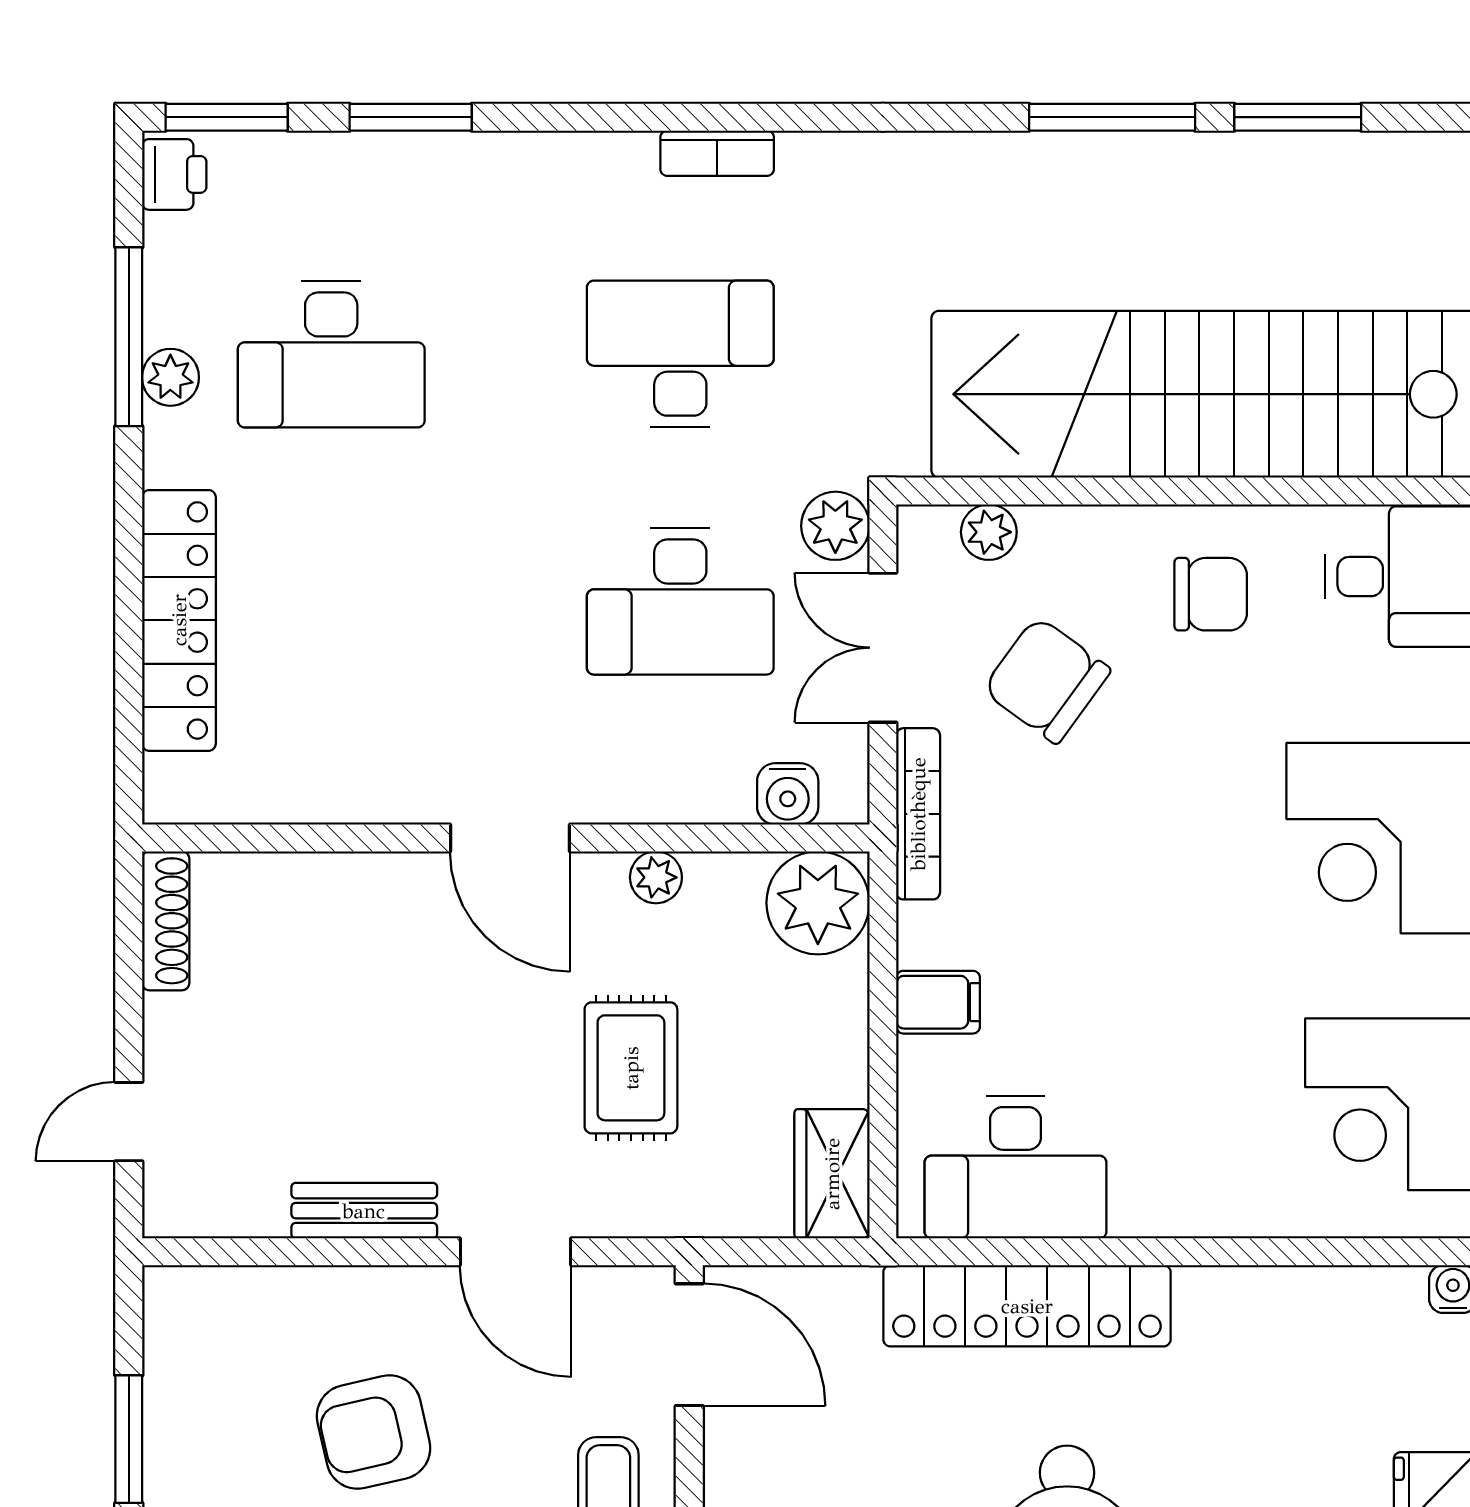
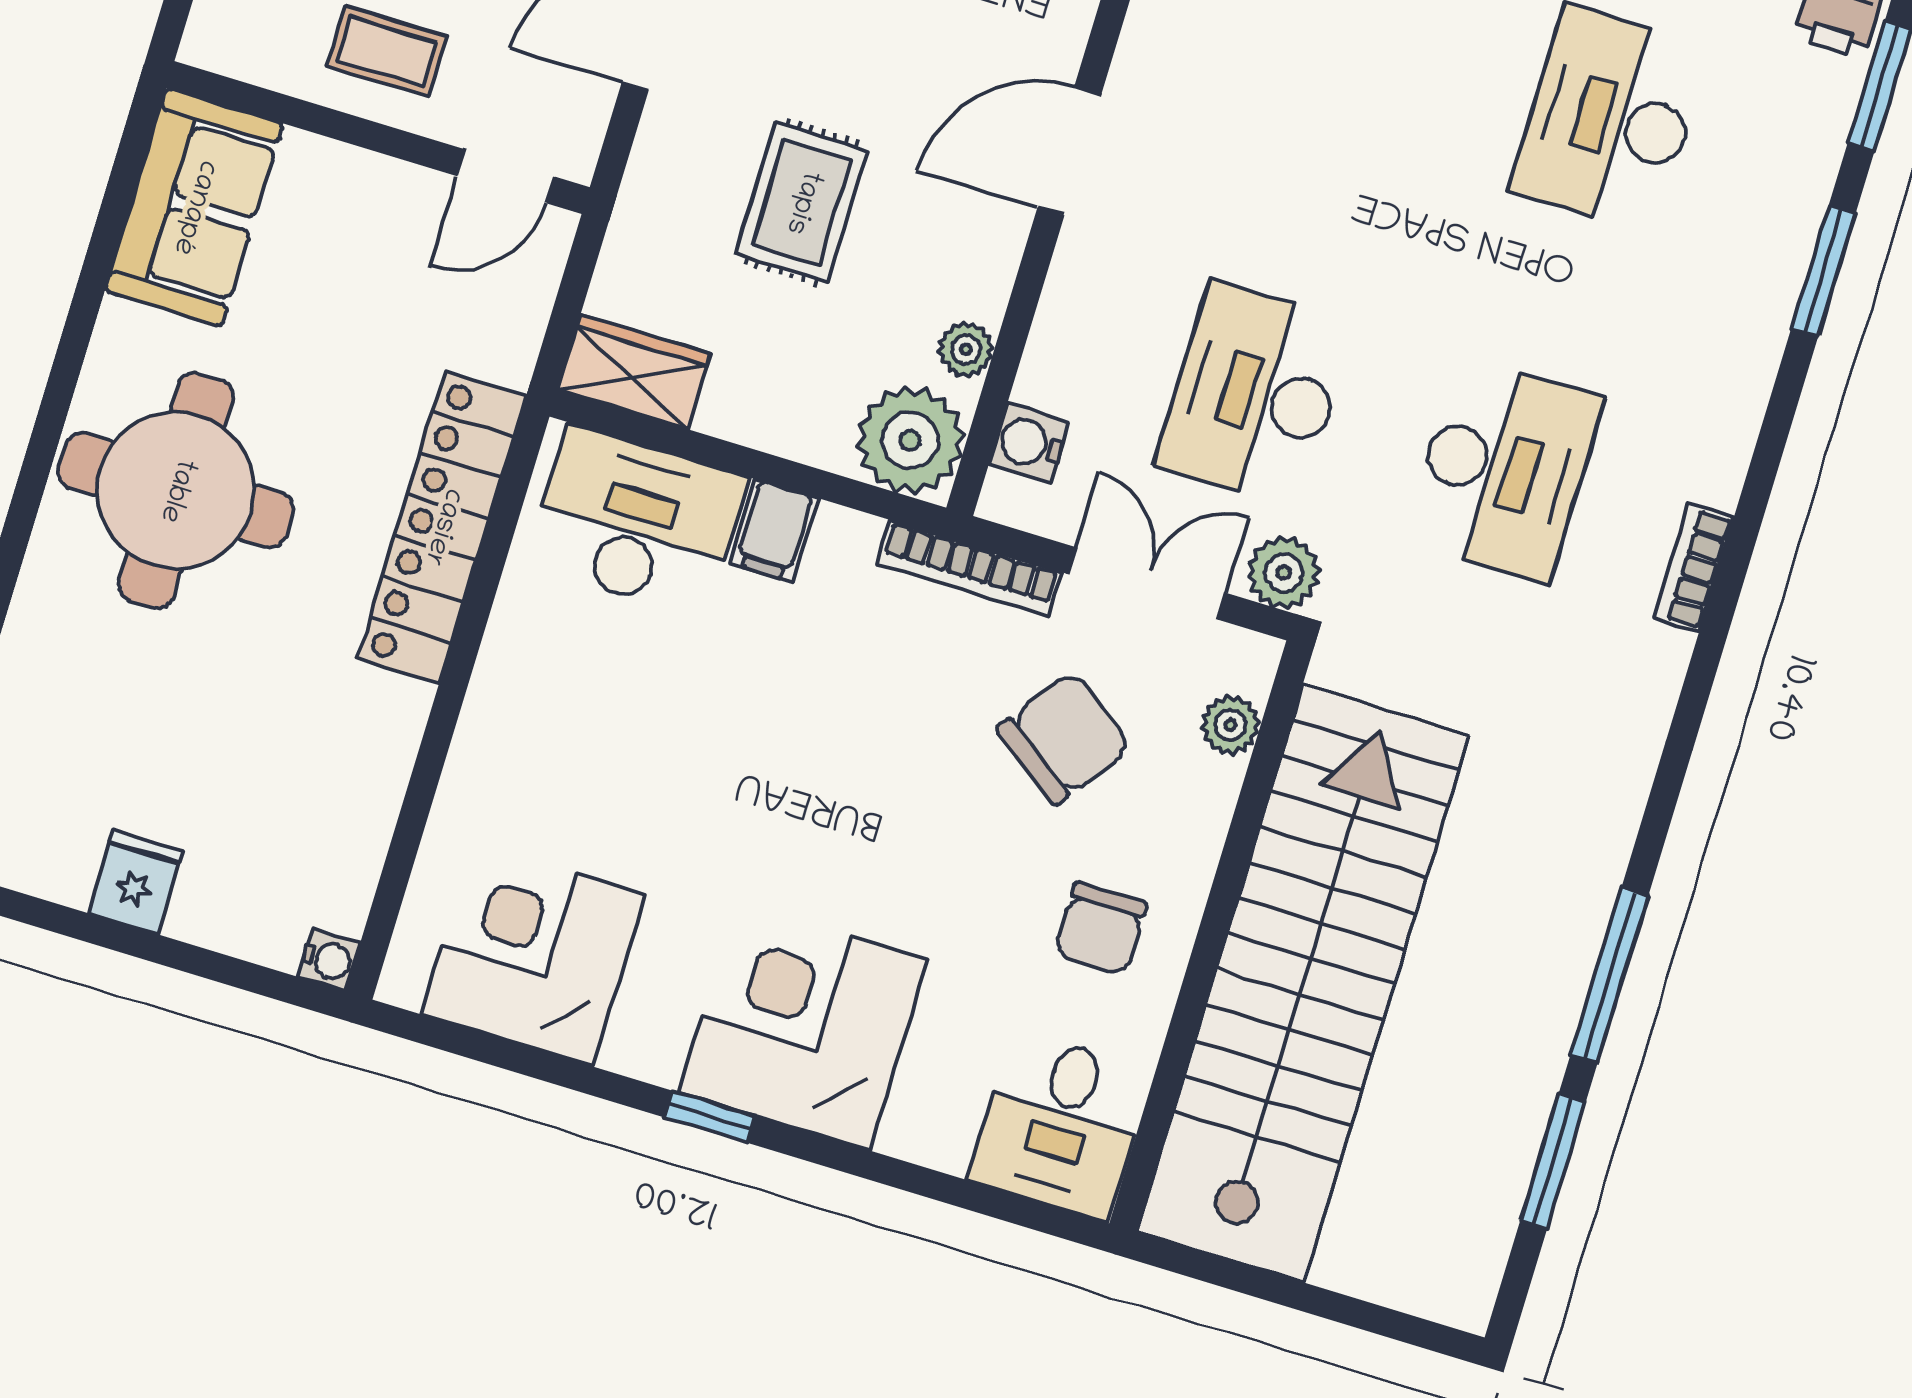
plant: (656, 877) -> (966, 349), moved
rug: (631, 1068) -> (802, 202), turned 90
desk: (1016, 1167) -> (637, 521), moved, turned 90
door: (689, 1345) -> (506, 176), width x0.73

